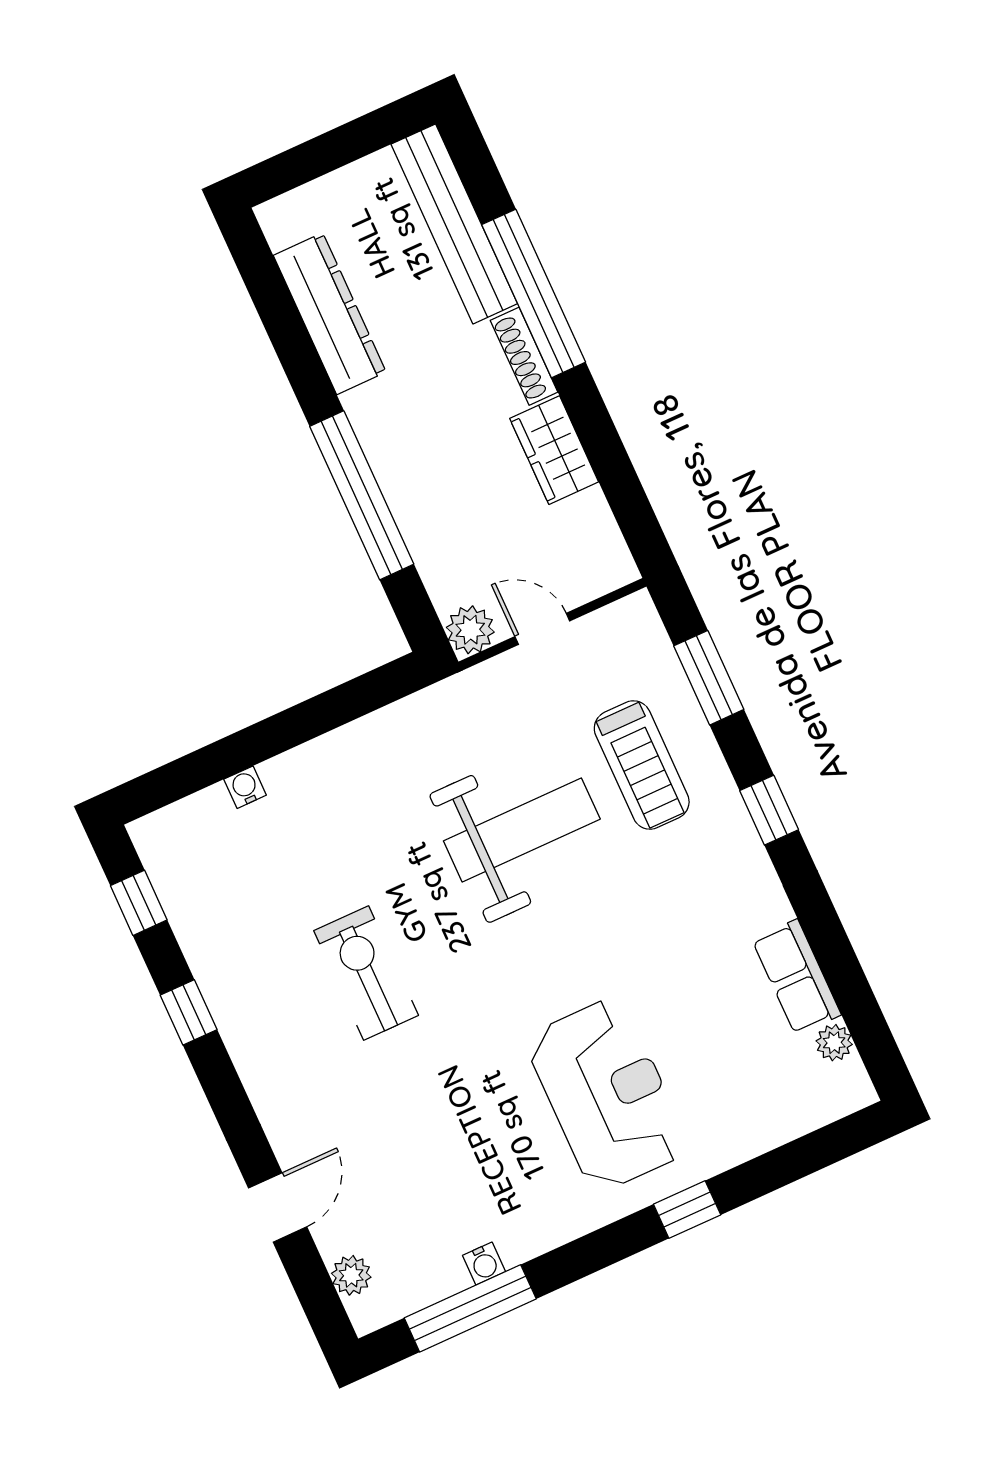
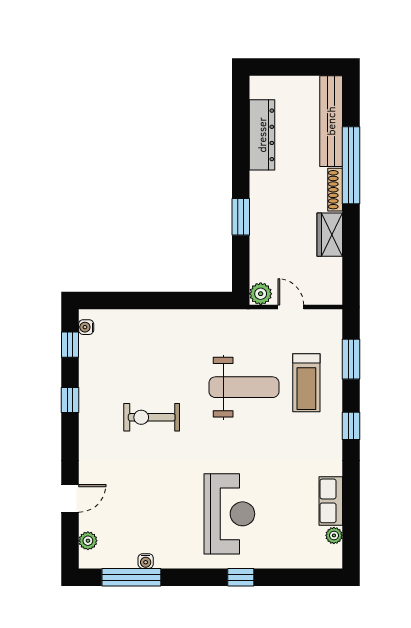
window: (362, 495) -> (241, 217), width x0.47
water cooler: (245, 787) -> (86, 327), moved, turned -90
exercise bike: (366, 973) -> (152, 417), turned -90

